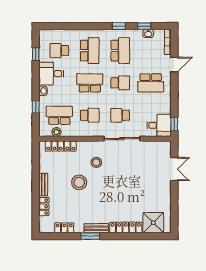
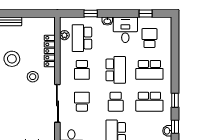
school desk: (59, 115) -> (82, 38), turned 180
locker: (61, 146) -> (50, 51), moved

